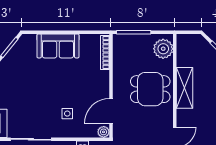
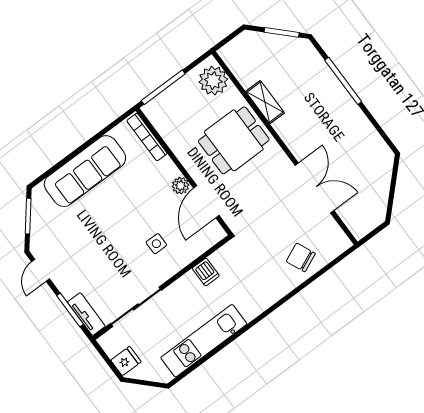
sofa: (58, 46) -> (85, 171), width x1.36
shelving: (184, 88) -> (265, 102), width x0.67, depth x0.75
plant: (104, 132) -> (181, 186), moved

